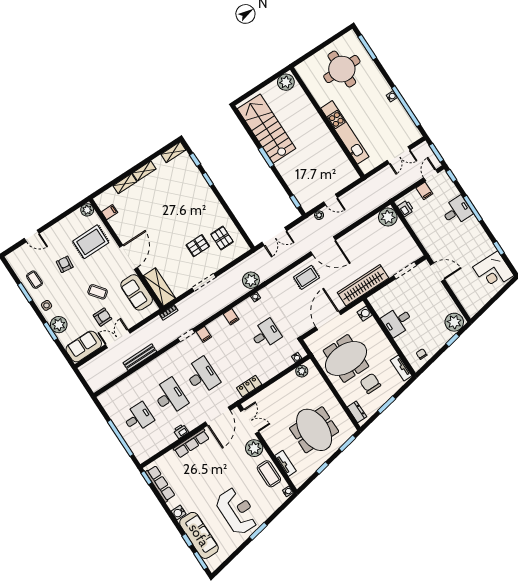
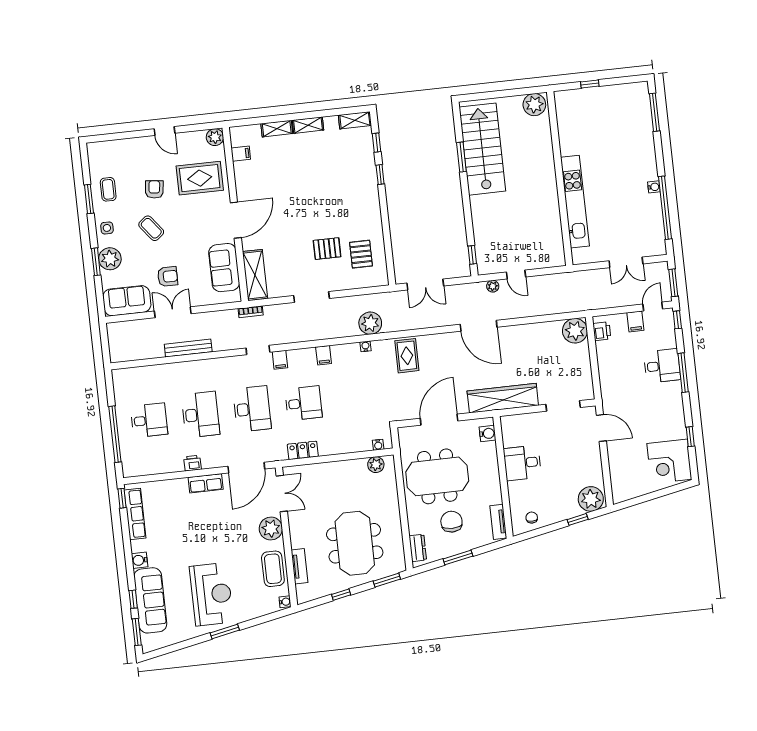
window: (315, 50) -> (590, 84), added
round table: (342, 69) -> (610, 123), removed
window: (266, 157) -> (461, 157), moved
door: (32, 236) -> (164, 131), moved
rug: (306, 277) -> (407, 356), moved, turned 90
coffee table: (98, 292) -> (151, 228), moved
desk: (266, 334) -> (303, 403), moved
row of seats: (191, 443) -> (206, 483), width x0.68

